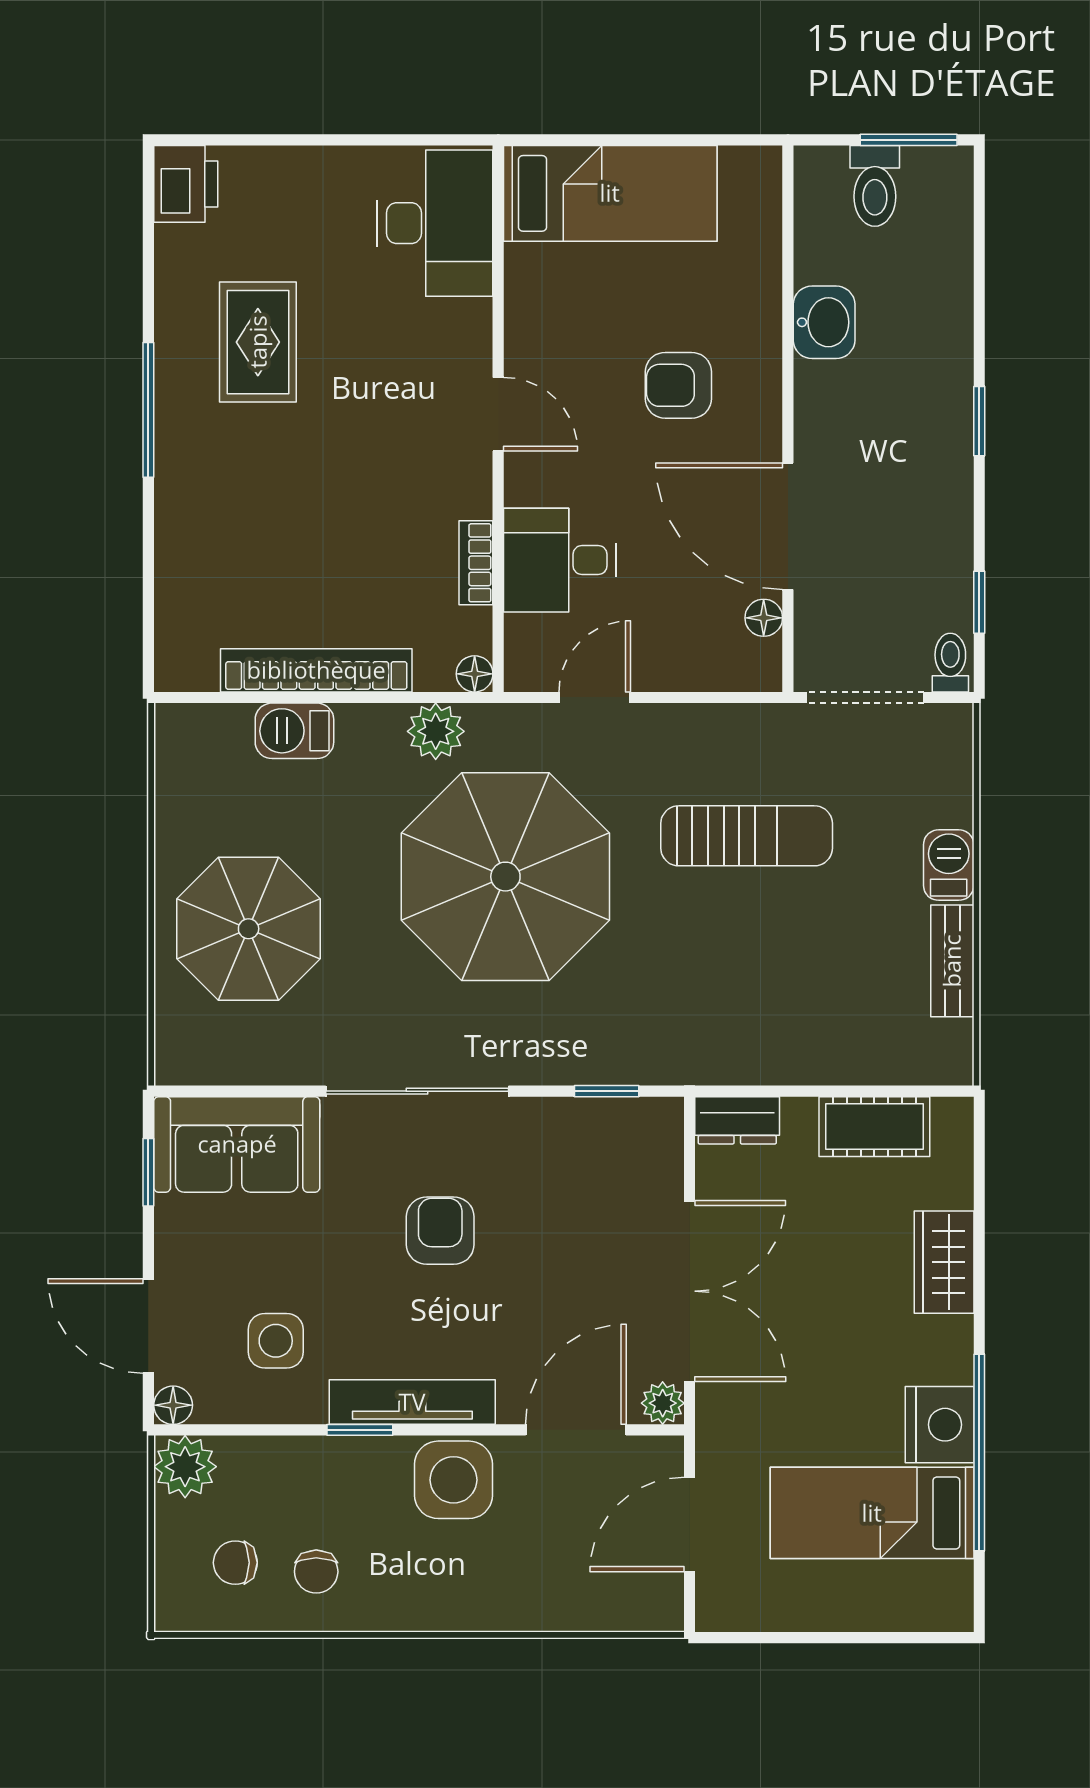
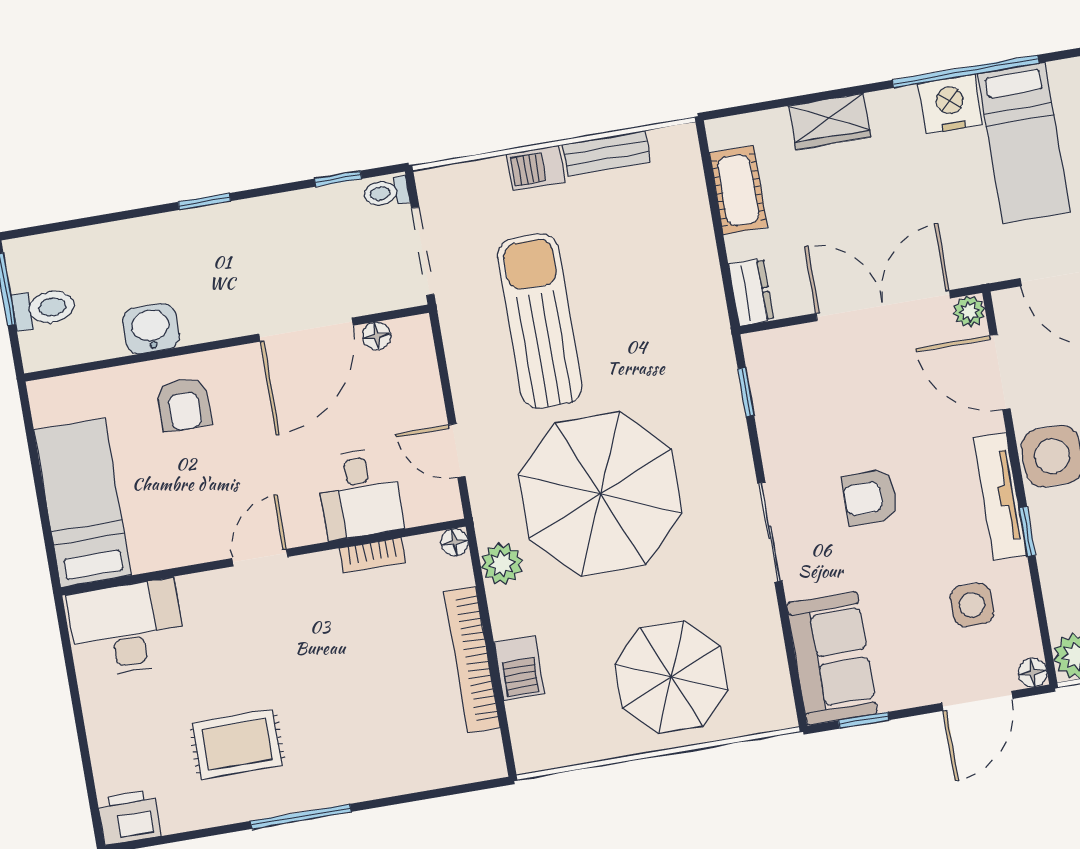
armchair: (678, 385) -> (184, 404), moved
sun lounger: (747, 836) -> (540, 321), width x1.36, depth x1.34
sliding door: (417, 1091) -> (770, 532), width x0.73

